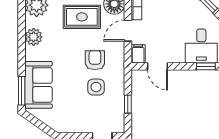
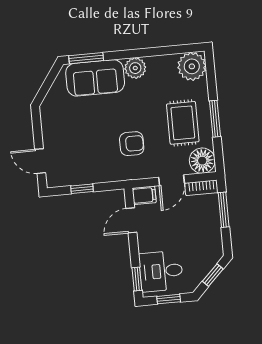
door: (128, 31) -> (171, 180), swing flipped
plant: (34, 37) -> (135, 68), moved
side table: (96, 87) -> (99, 148), removed

